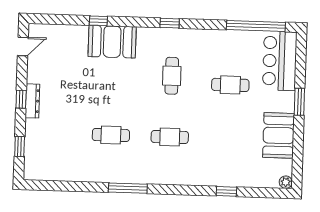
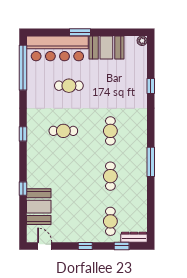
booth: (112, 42) -> (39, 207), moved
bar counter: (280, 61) -> (57, 48), width x1.36
cafe table: (230, 85) -> (69, 86), turned 90
dresser: (32, 101) -> (134, 237), moved
cafe table: (52, 133) -> (110, 221), added

